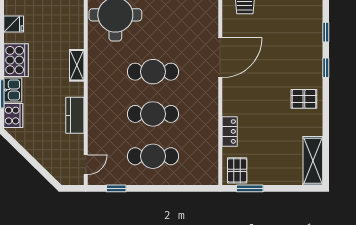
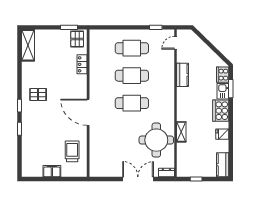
door: (220, 58) -> (88, 112), hinge flipped
shelving: (77, 65) -> (181, 132), moved
pallet: (304, 99) -> (38, 95), moved

